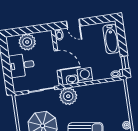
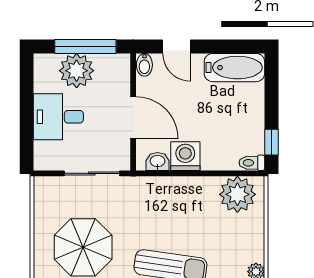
window: (30, 30) -> (85, 46), added
bathtub: (111, 39) -> (234, 68), moved, turned -90
plant: (68, 96) -> (237, 194), moved

